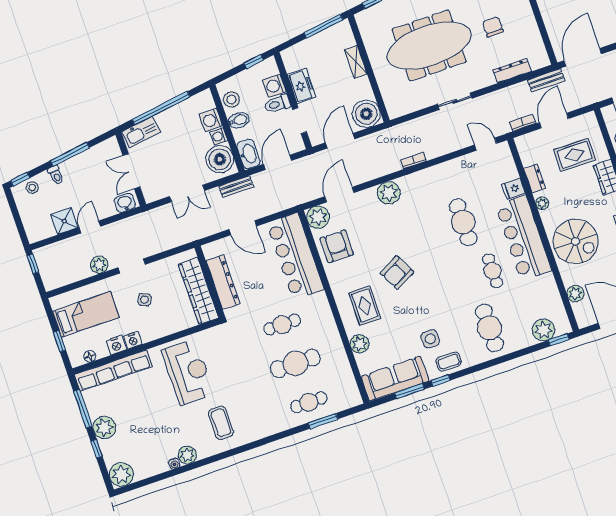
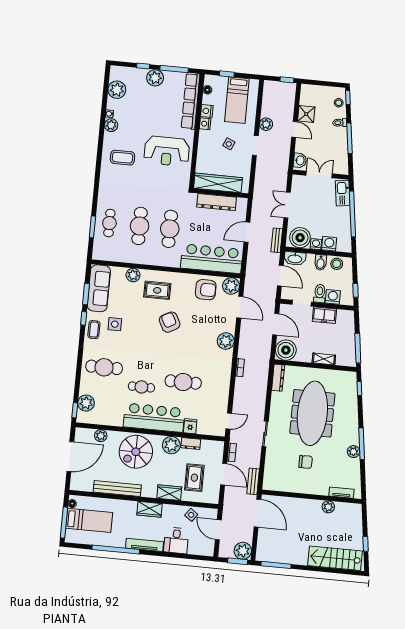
dresser: (512, 71) -> (278, 378), moved
sliding door: (455, 101) -> (265, 434), moved
plant: (542, 203) -> (171, 445), width x1.87, depth x1.87
cafe table: (282, 325) -> (170, 229), width x1.37, depth x1.35
plant: (121, 474) -> (117, 90), moved

